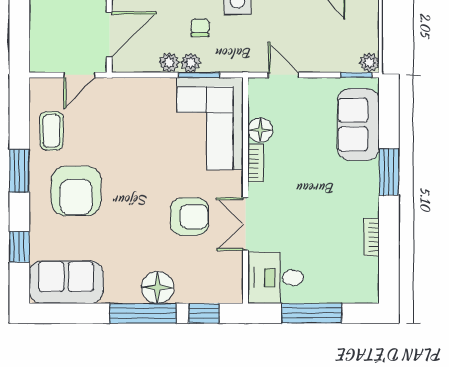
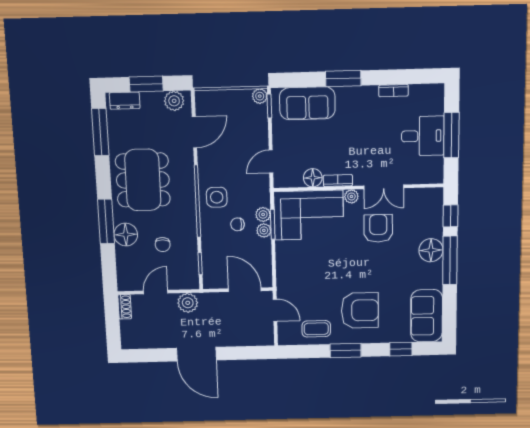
plant: (169, 62) -> (263, 214), moved
plant: (234, 181) -> (351, 196), added
desk: (276, 278) -> (423, 136), moved, turned -90

